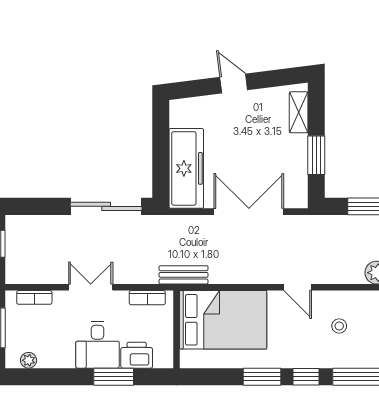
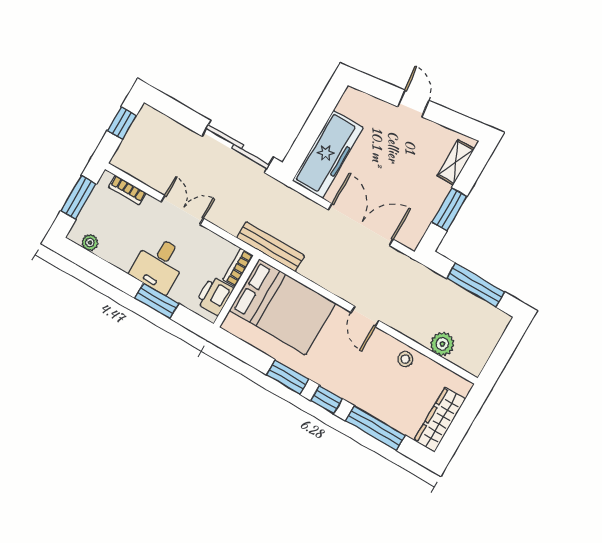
bench: (184, 275) -> (271, 247), width x1.36
bookcase: (147, 298) -> (238, 267), moved, turned 90
stool: (339, 326) -> (405, 359), moved
printer: (137, 355) -> (215, 296), moved, turned -90

